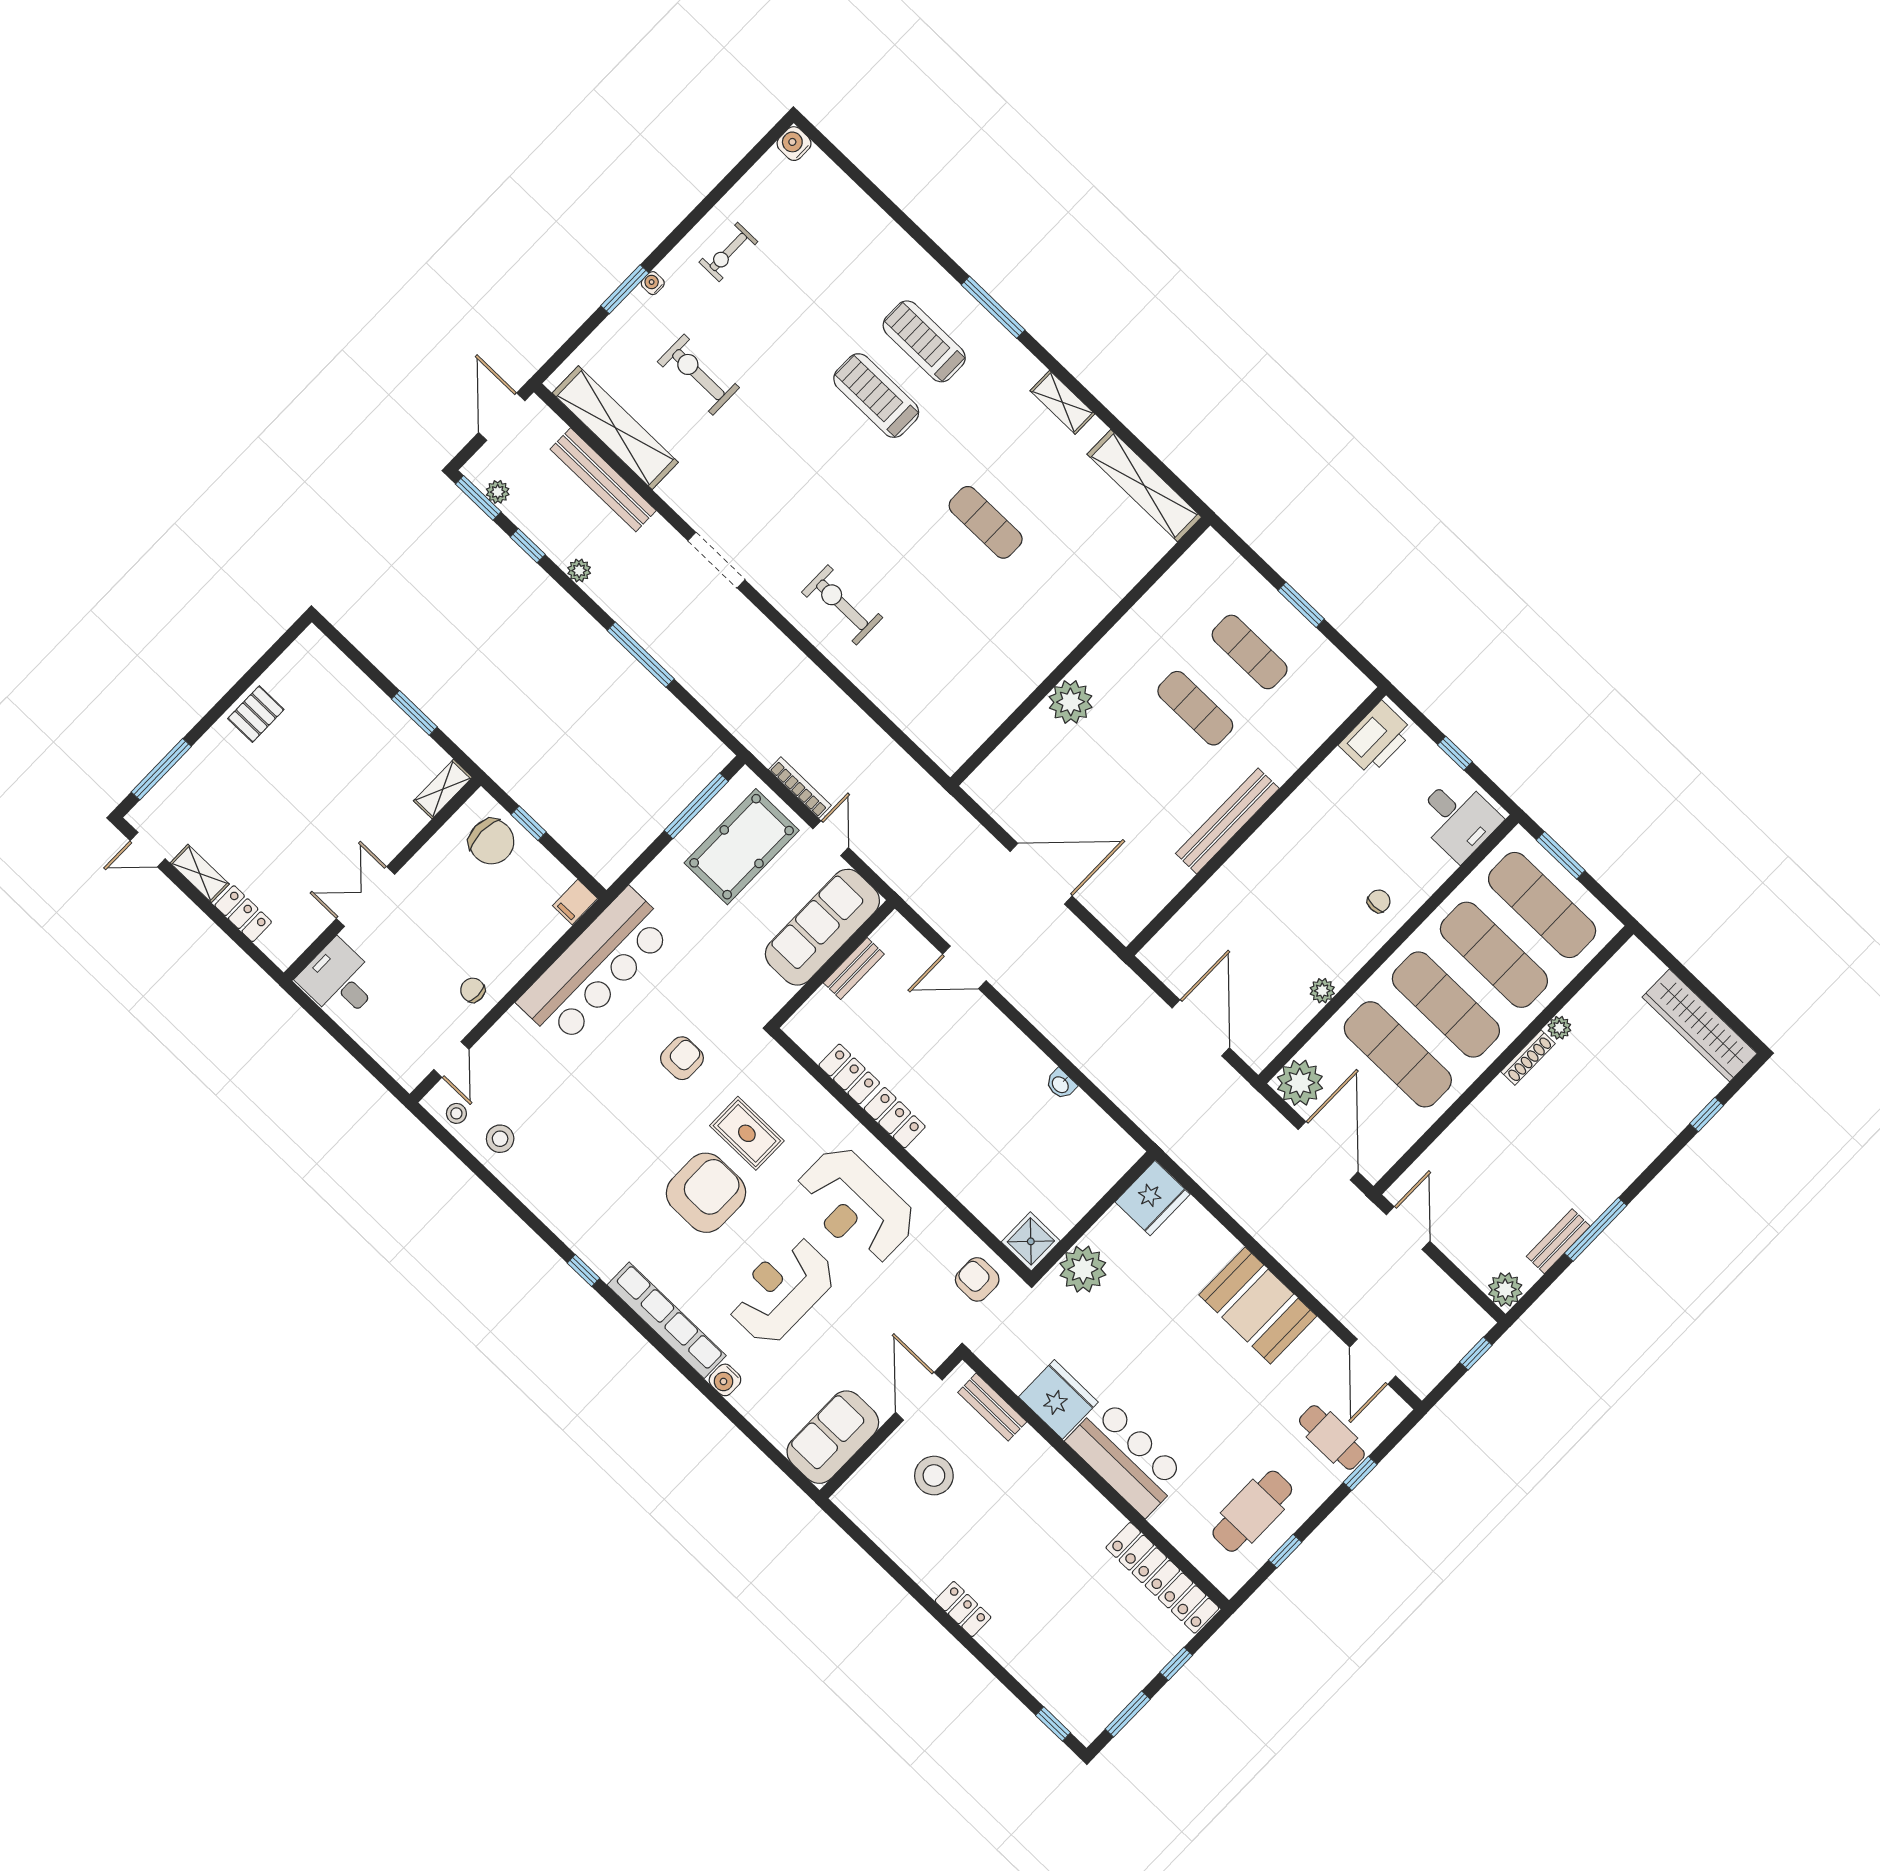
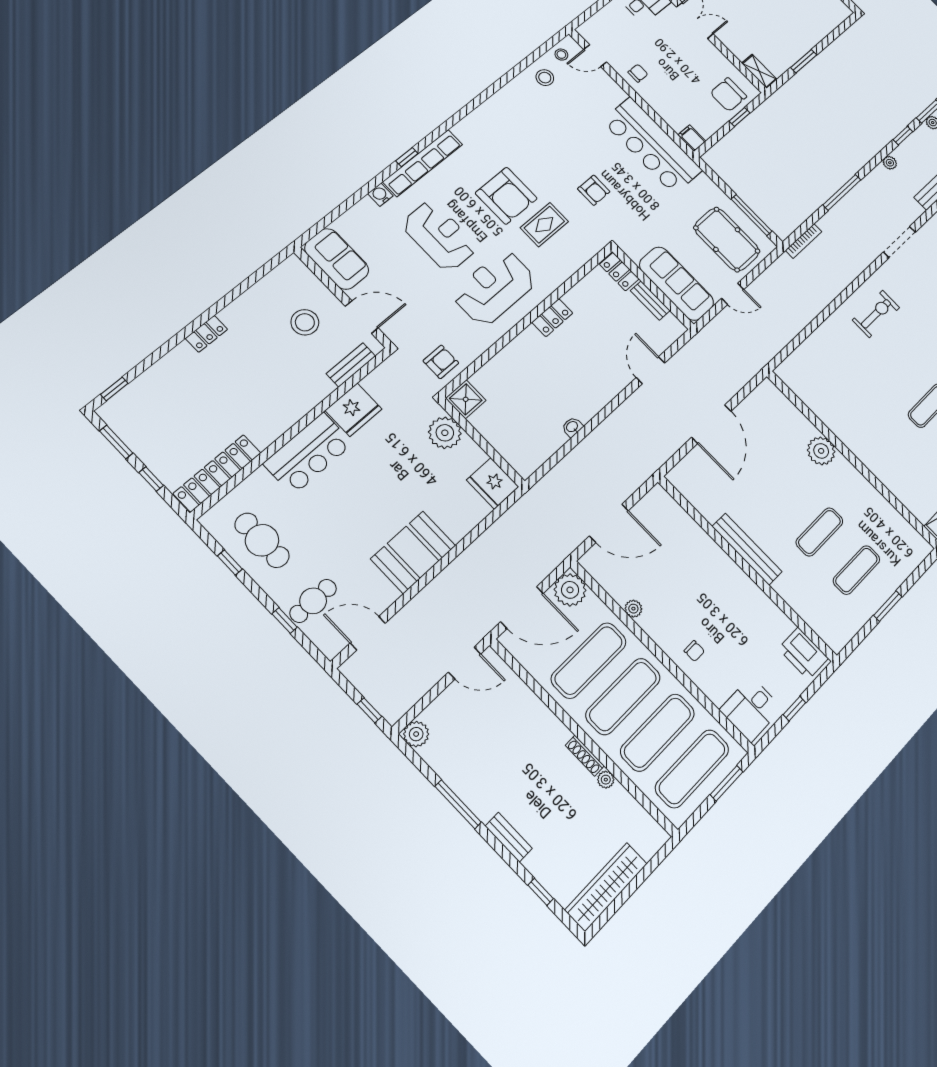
bookcase: (800, 788) -> (804, 241), moved
locker: (849, 1074) -> (619, 272), moved, turned 90
bench: (1558, 1241) -> (509, 837), moved
window: (584, 1271) -> (407, 157), moved

